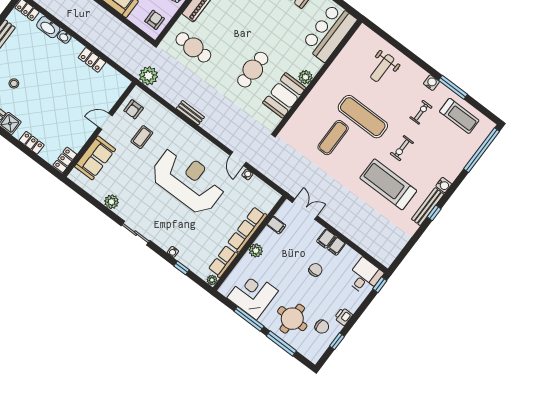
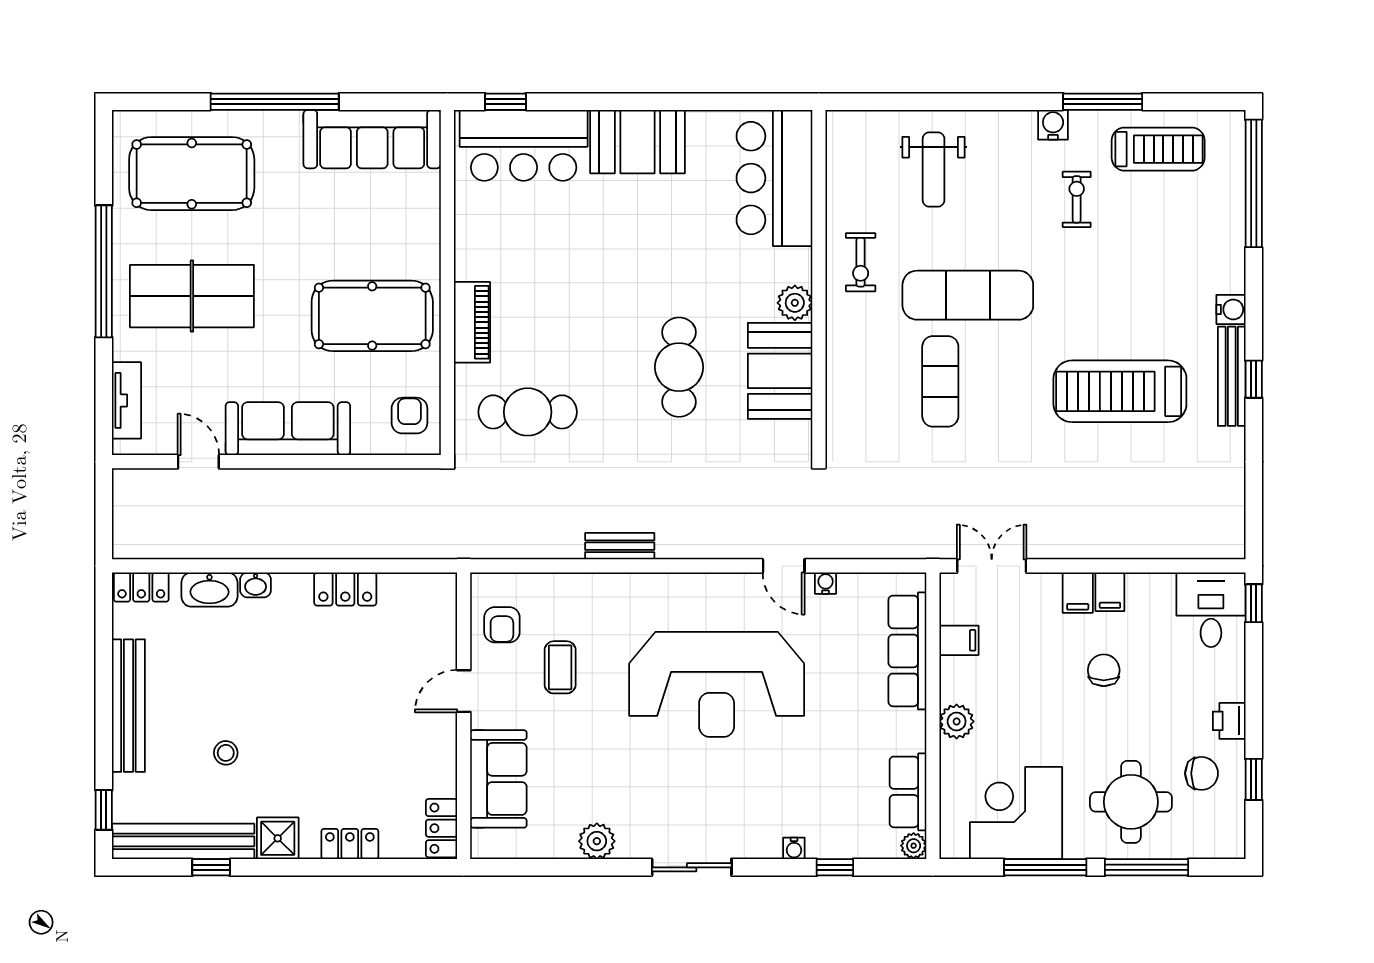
plant: (149, 76) -> (481, 536), removed
exercise bike: (402, 148) -> (861, 262), moved
reception desk: (188, 180) -> (717, 684), turned 180
row of seats: (247, 229) -> (907, 651), moved

